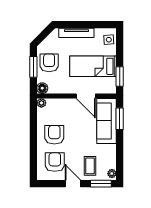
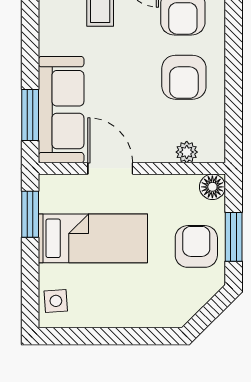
tv unit: (76, 33) -> (132, 317), removed
armchair: (49, 63) -> (196, 246), turned 180
plant: (41, 103) -> (187, 152), moved

